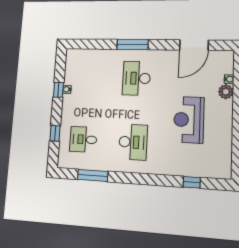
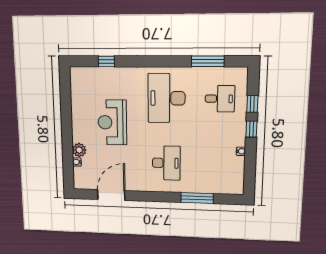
window: (132, 45) -> (197, 198), moved
window: (58, 90) -> (251, 129), moved
reception desk: (189, 120) -> (112, 122), turned 180
desk: (133, 142) -> (166, 98), width x1.36, depth x1.30

